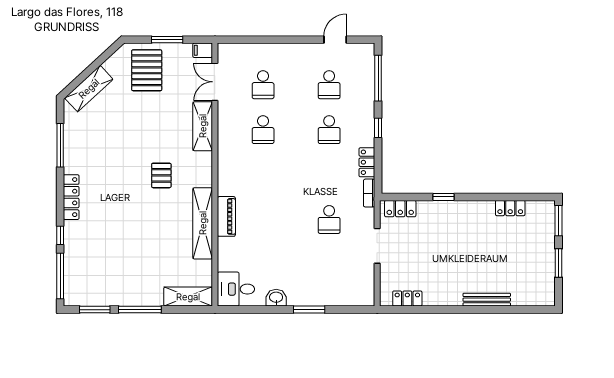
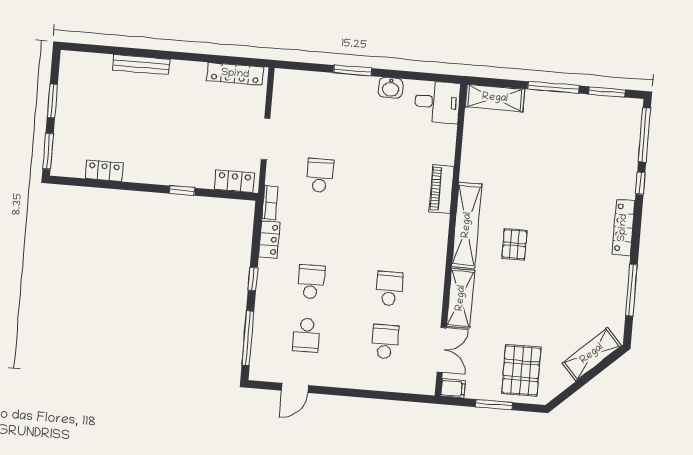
school desk: (329, 85) -> (306, 335), turned 180
shelving: (203, 223) -> (467, 225), moved
locker: (407, 299) -> (235, 74), width x1.53

